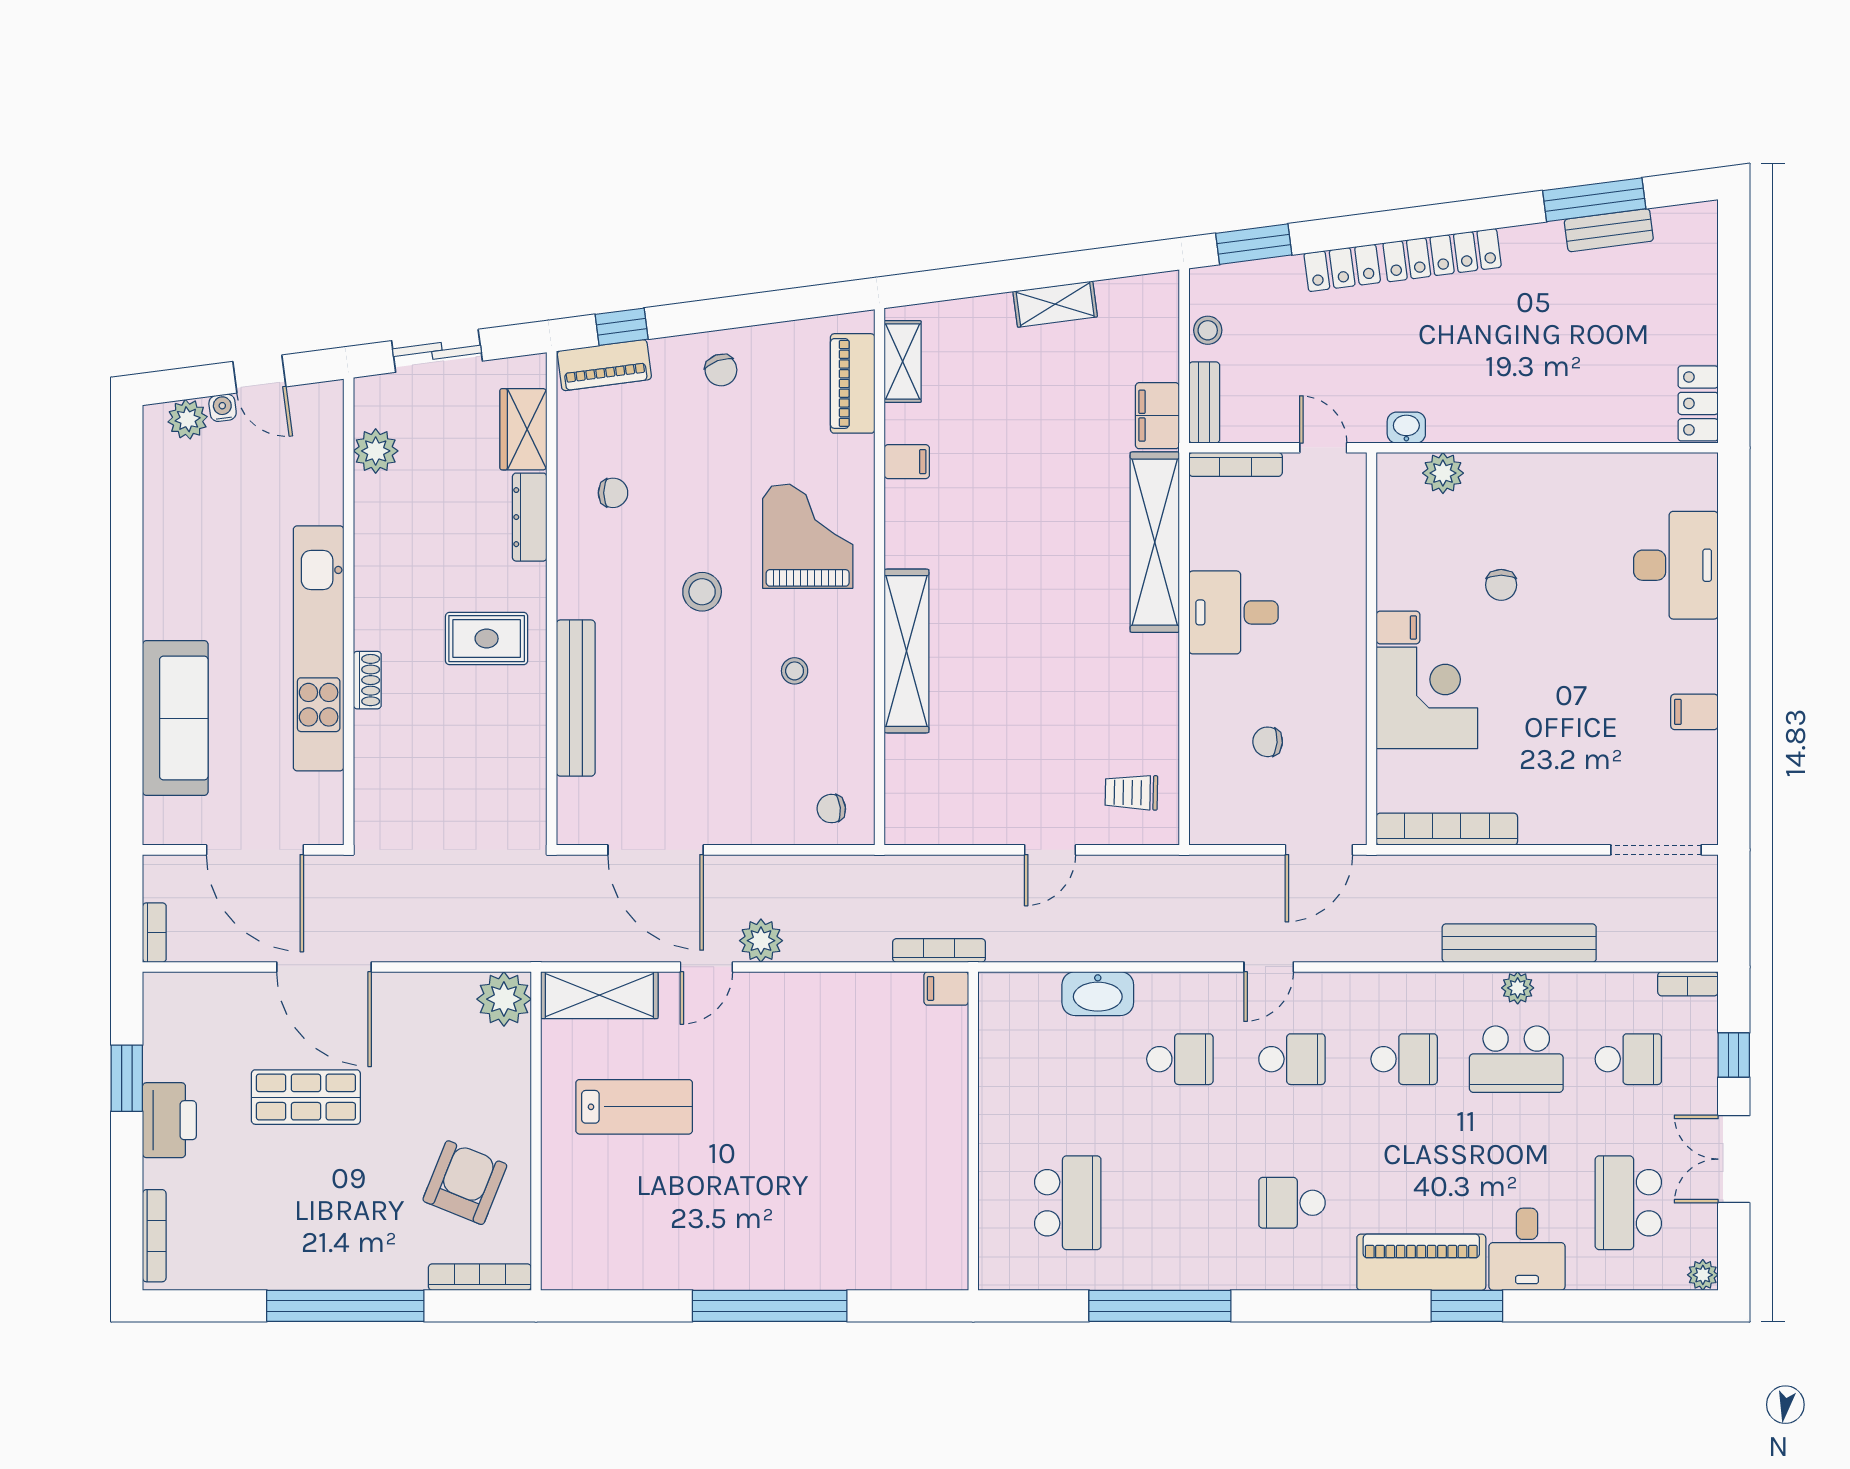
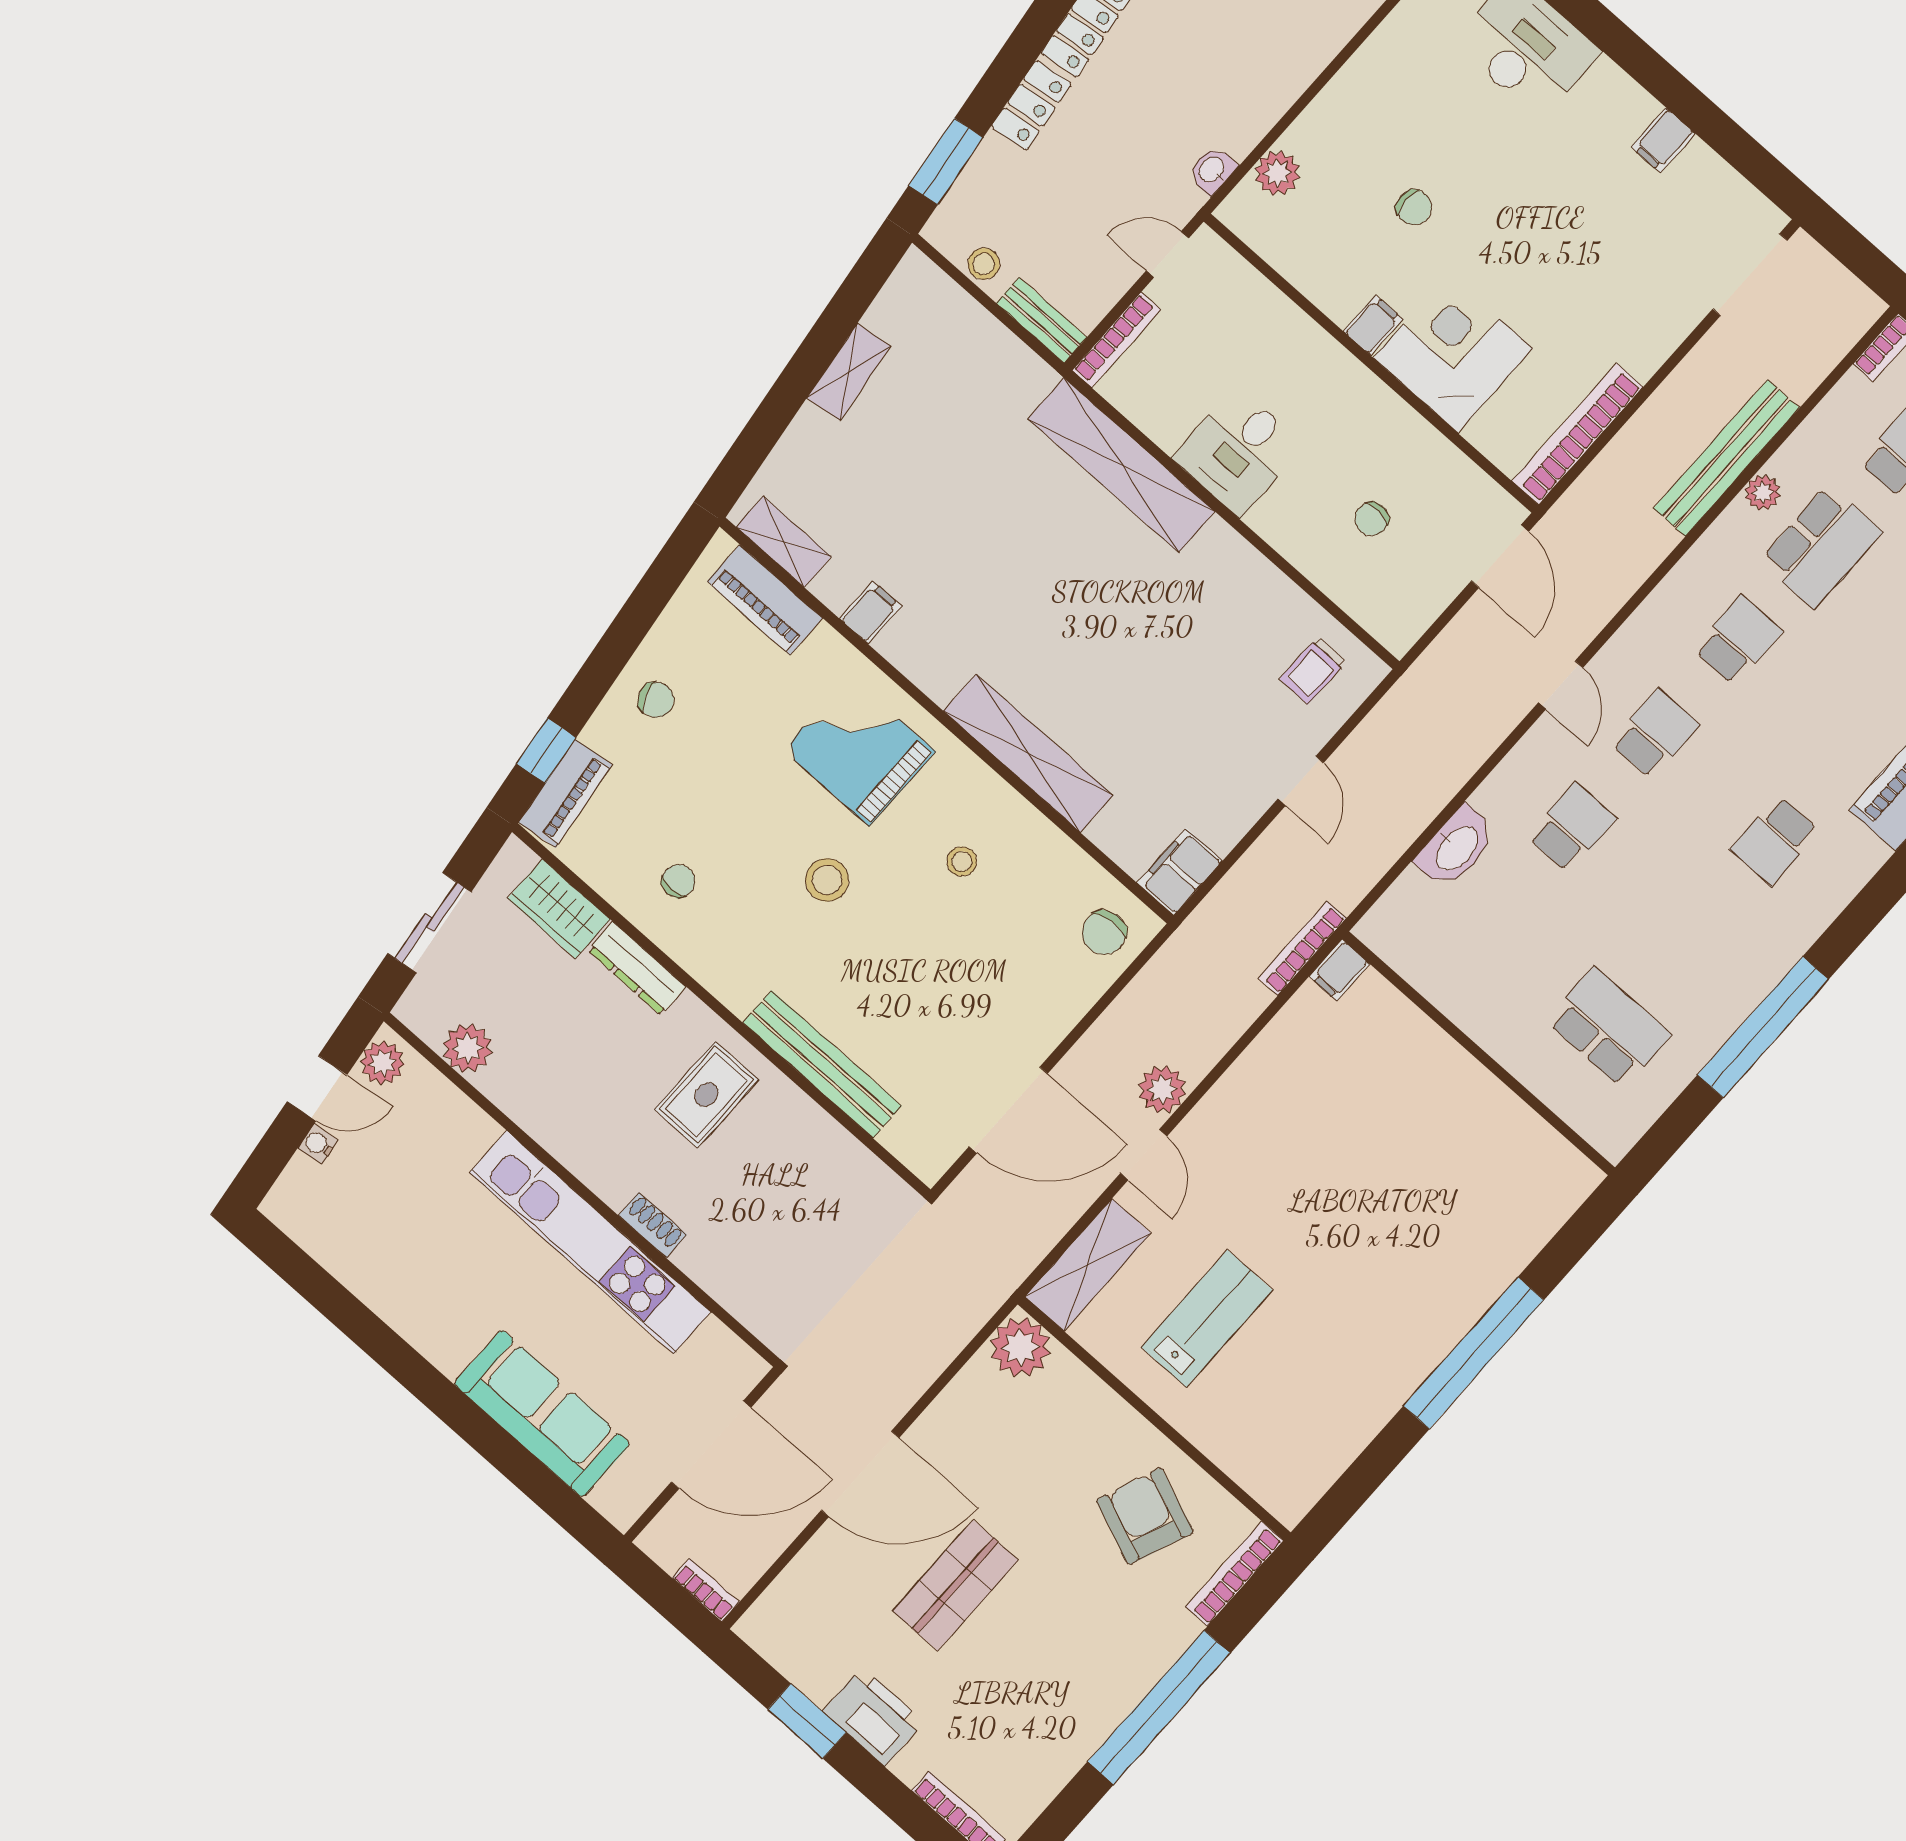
filing cabinet: (1157, 416) -> (1180, 872), moved, turned 90
plant: (188, 419) -> (382, 1063), moved
chair: (831, 809) -> (1104, 933), width x1.37, depth x1.37

